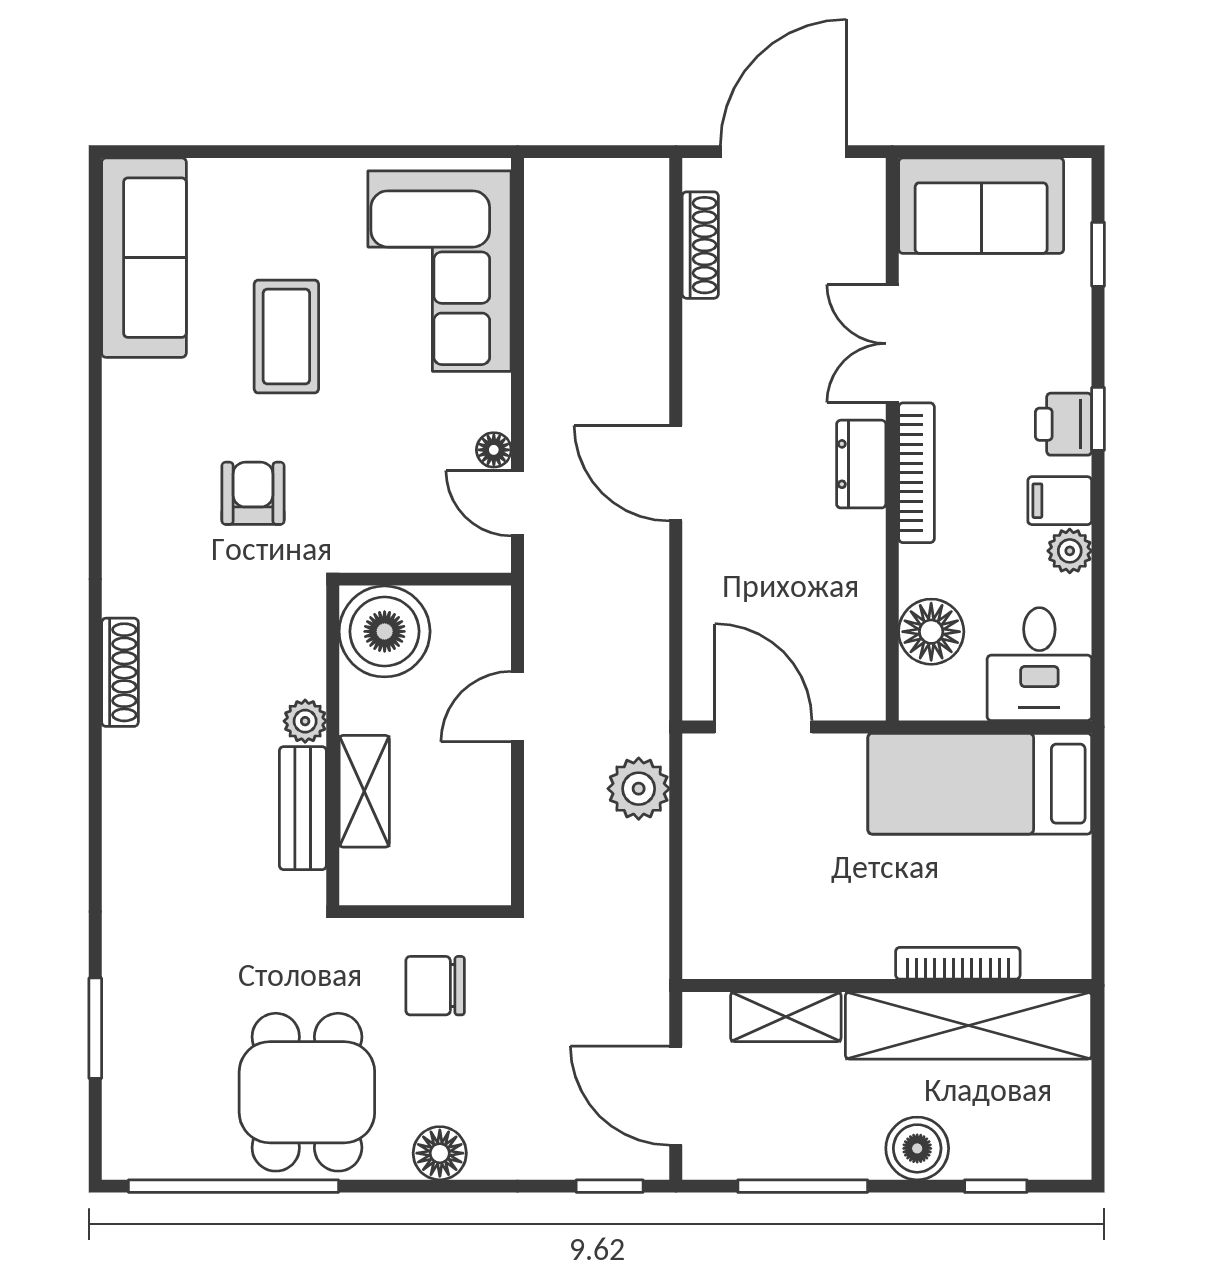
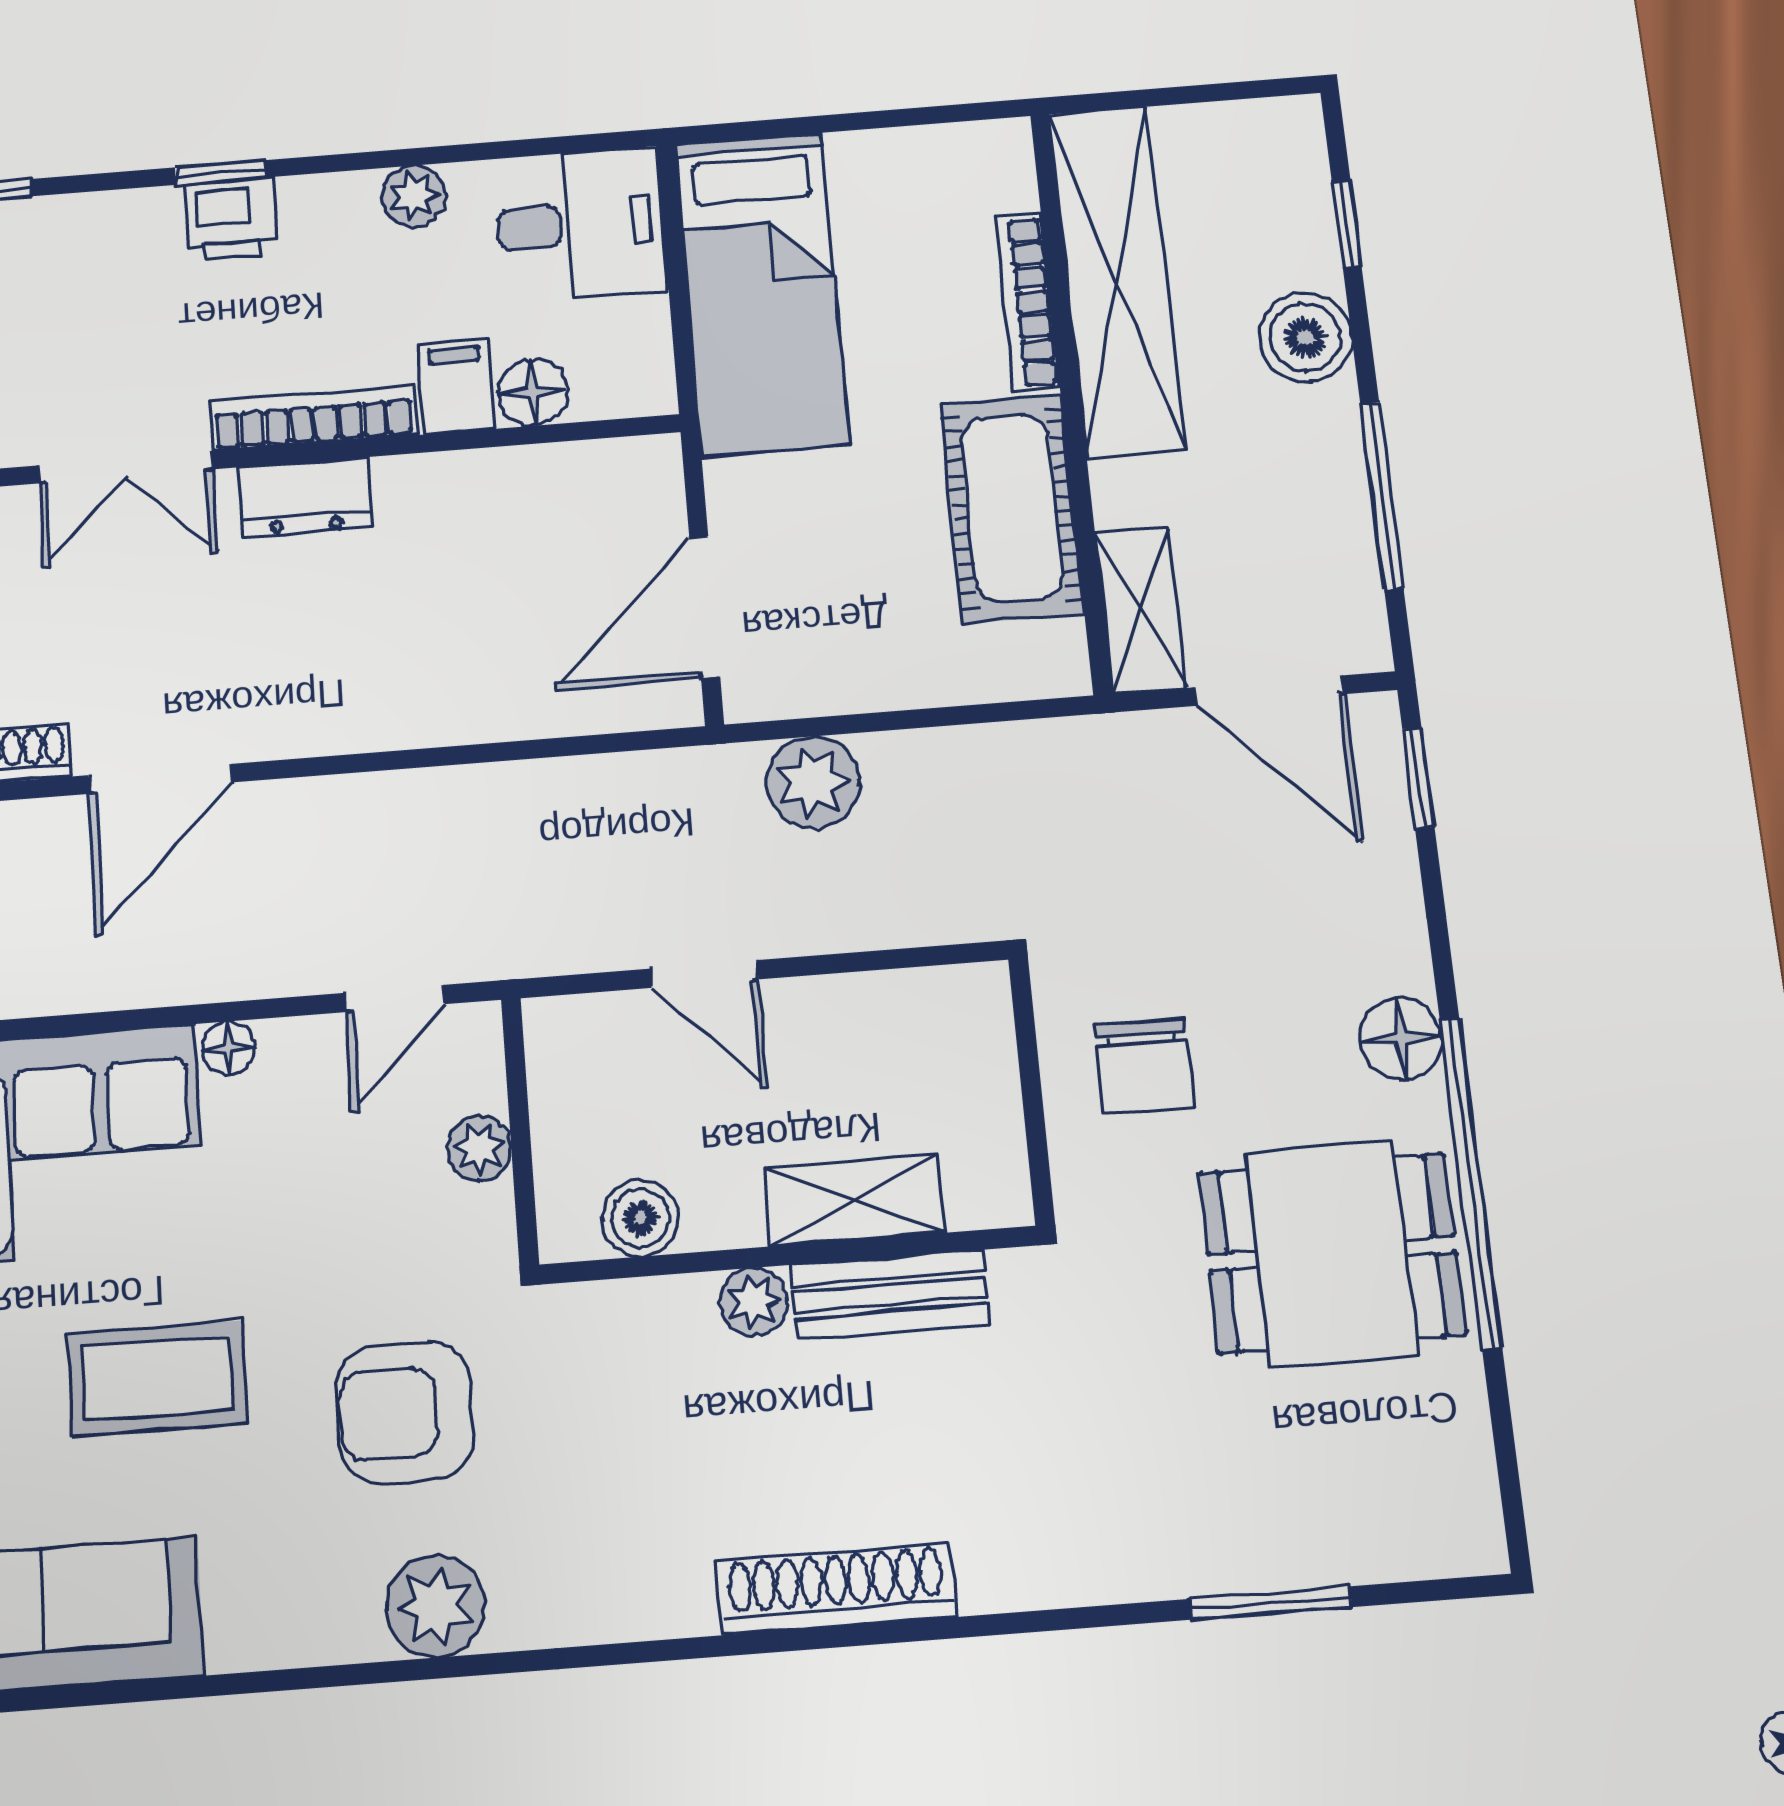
floor lamp: (494, 450) -> (228, 1048), moved
door: (676, 473) -> (161, 779), moved
armchair: (253, 493) -> (405, 1413), width x1.38, depth x1.38
filing cabinet: (1060, 501) -> (456, 387), moved, turned 180
plant: (133, 505) -> (435, 1606), added
plant: (416, 552) -> (479, 1148), added
boiler: (385, 631) -> (640, 1218), width x0.54, depth x0.54
floor lamp: (931, 632) -> (533, 392), width x0.73, depth x0.73
shoe rack: (120, 672) -> (836, 1589), moved, width x1.36, depth x1.24
cot: (814, 938) -> (1012, 508), added
shelving: (786, 1017) -> (1141, 610), moved
door: (676, 1096) -> (1269, 691), hinge flipped
window: (233, 1186) -> (1471, 1182), moved

